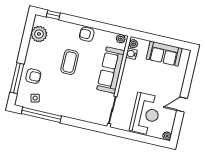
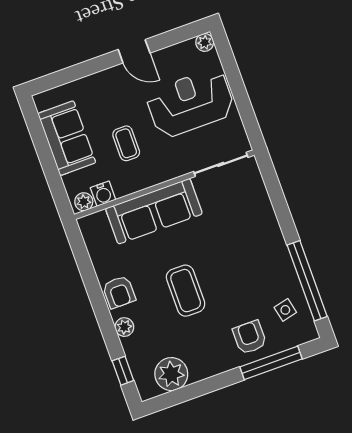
plant: (121, 39) -> (124, 327), moved
coffee table: (70, 62) -> (186, 291), turned 90
coffee table: (146, 77) -> (126, 143), added

